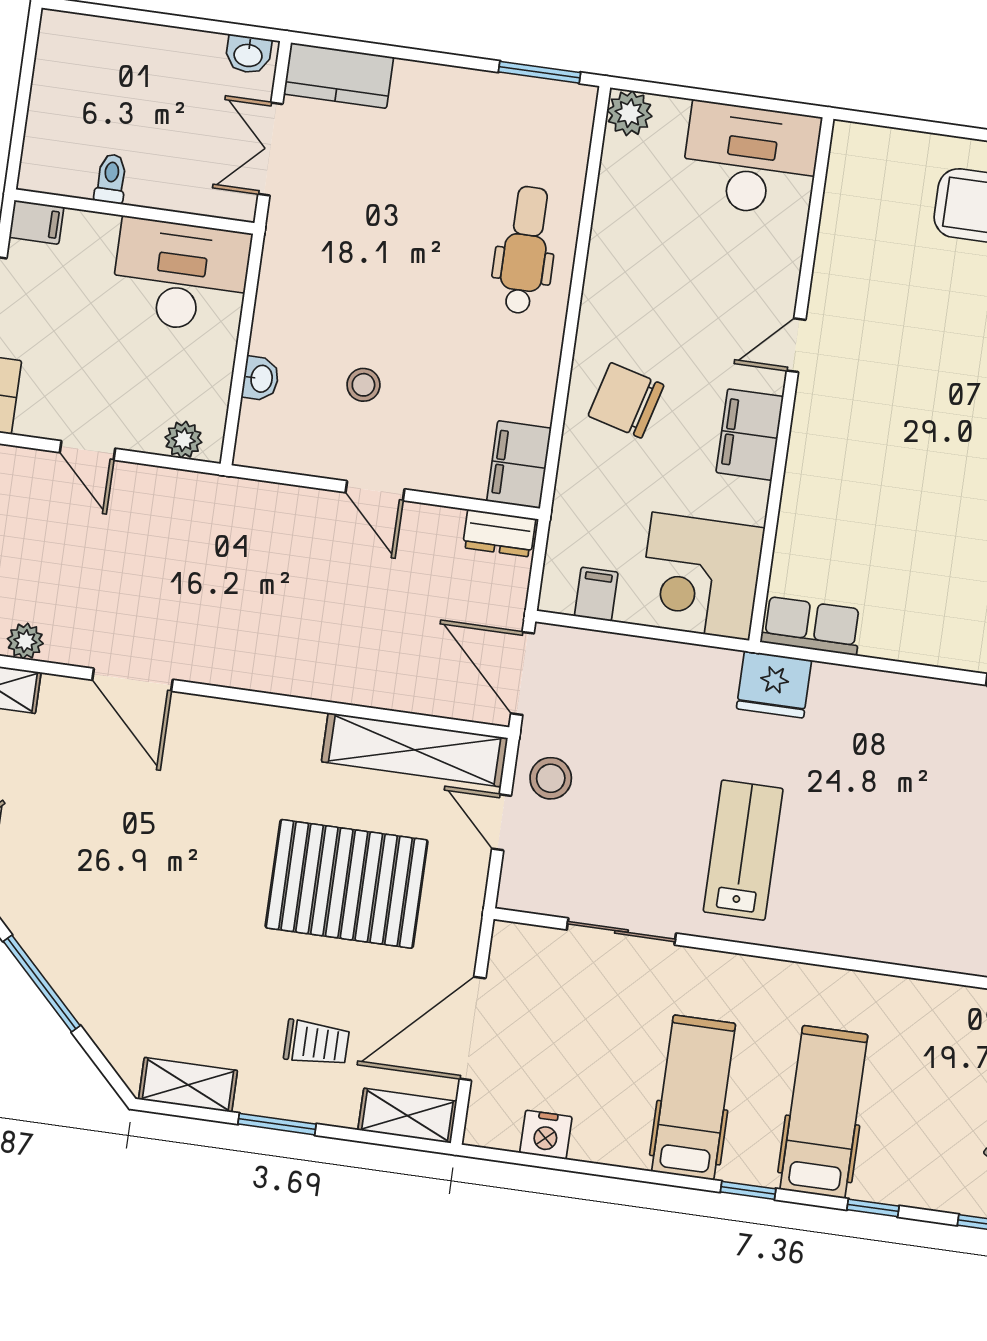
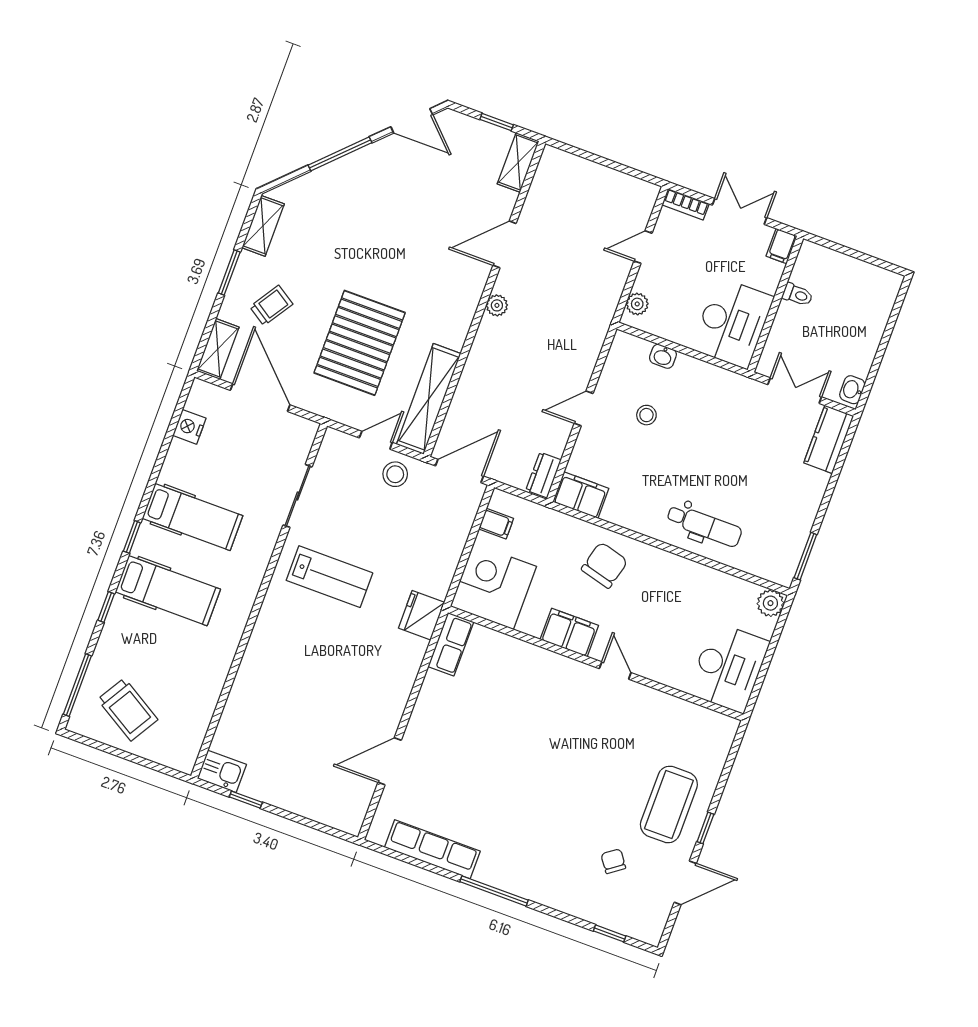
plant: (25, 641) -> (497, 305), moved
trolley: (316, 1043) -> (271, 305), turned -147

